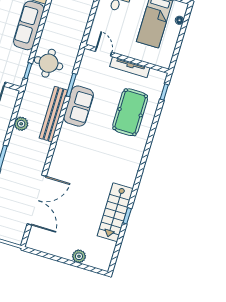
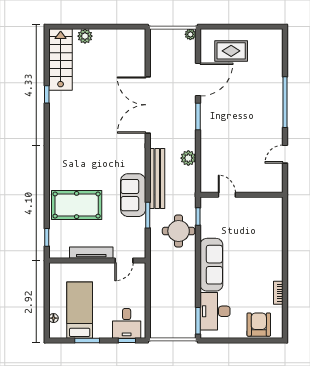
door: (103, 52) -> (124, 261), hinge flipped
pool table: (130, 112) -> (77, 205), turned 90
double door: (37, 200) -> (148, 105), moved
stairs: (115, 212) -> (61, 60), moved

